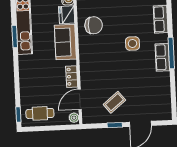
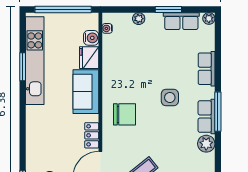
chair: (94, 25) -> (125, 114), moved
window: (15, 37) -> (23, 67), moved
plant: (163, 79) -> (206, 144), added

